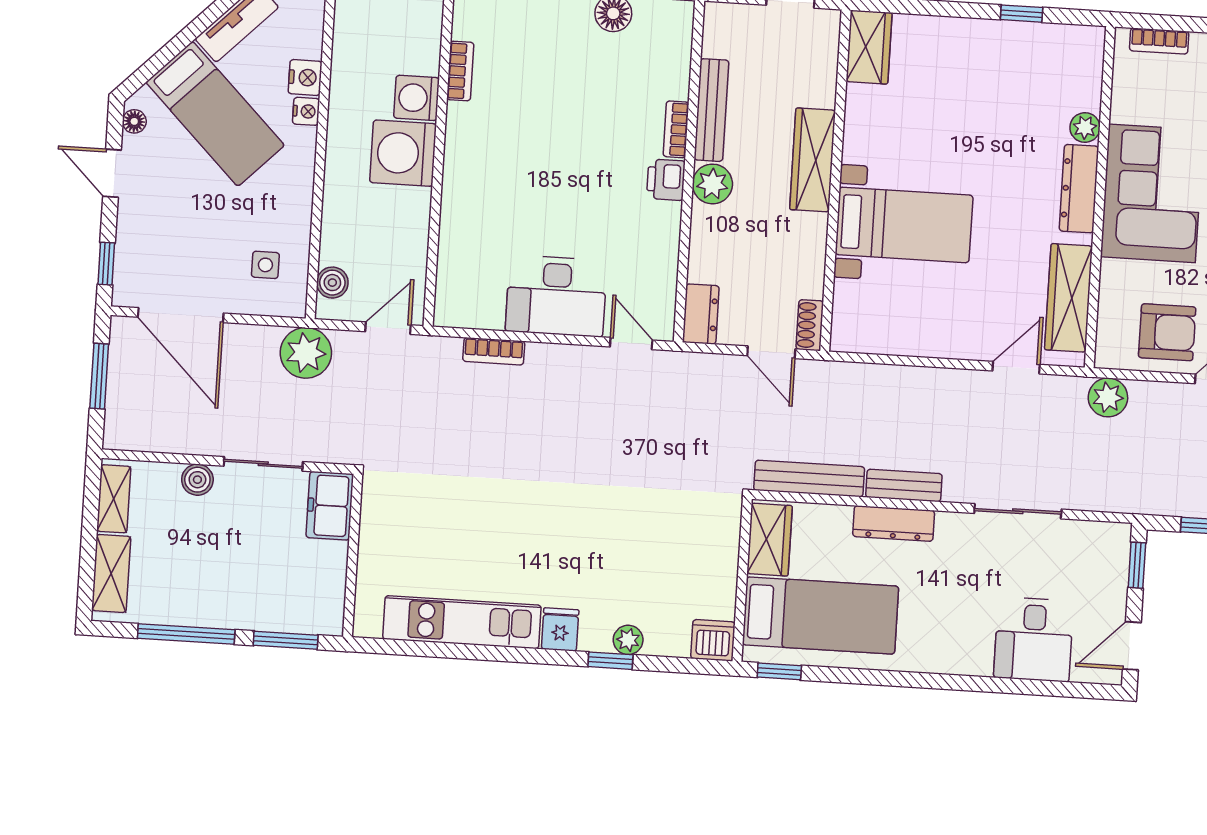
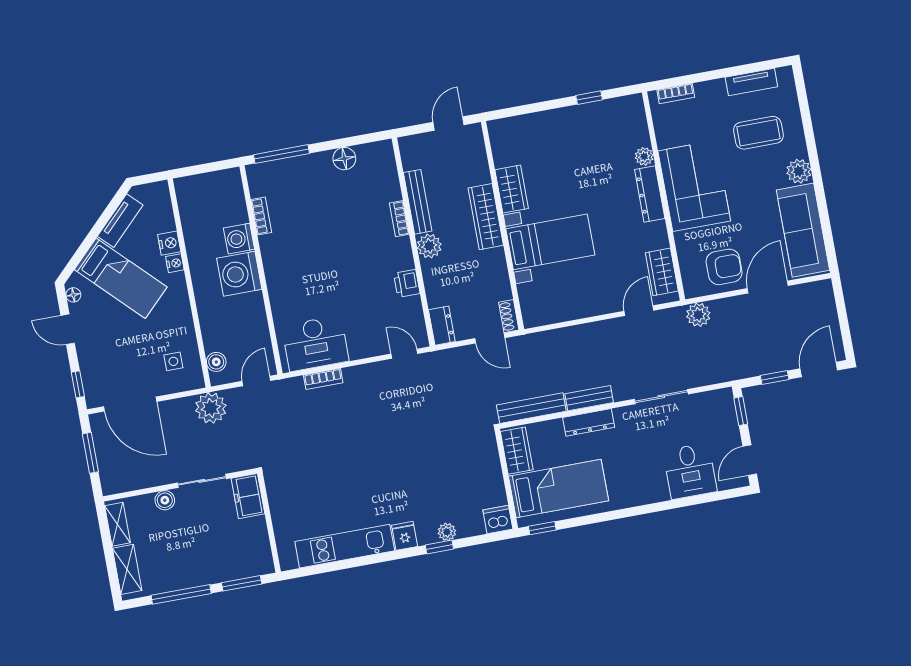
wardrobe: (869, 47) -> (512, 189), moved
printer: (666, 180) -> (407, 283), moved
desk: (556, 296) -> (315, 343), moved
wardrobe: (1069, 298) -> (662, 272), width x0.67

